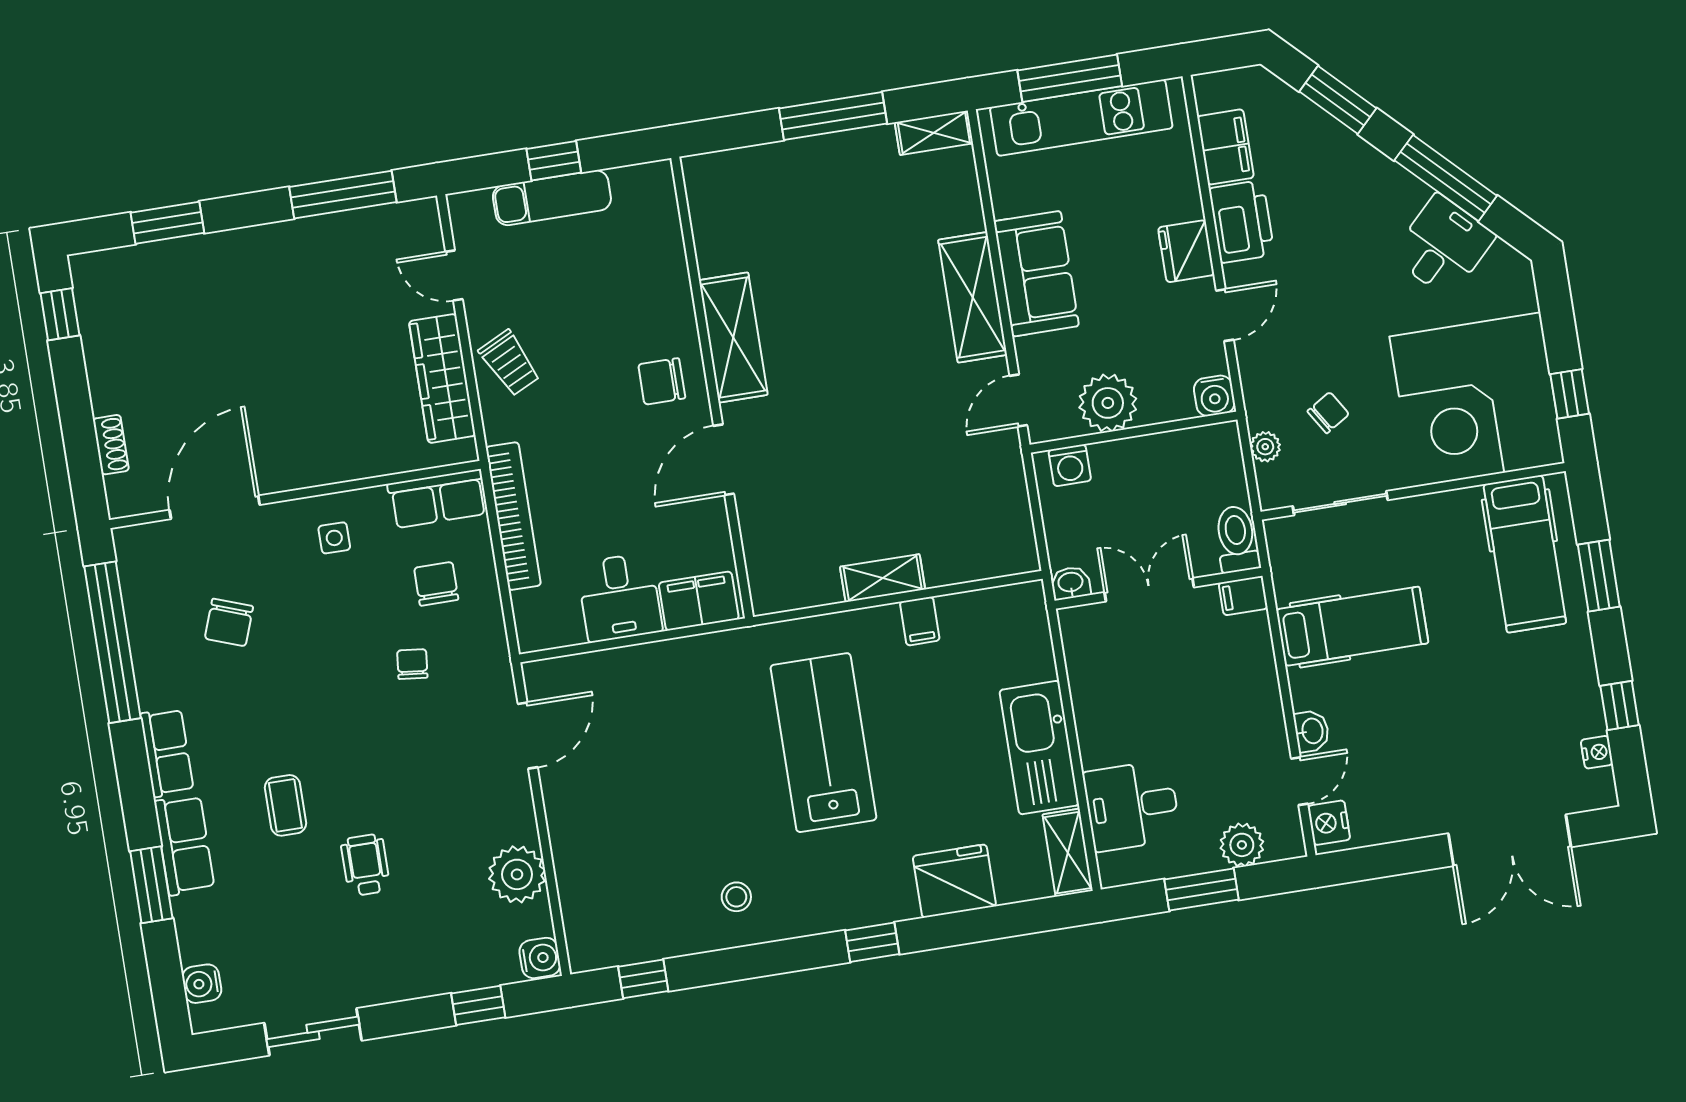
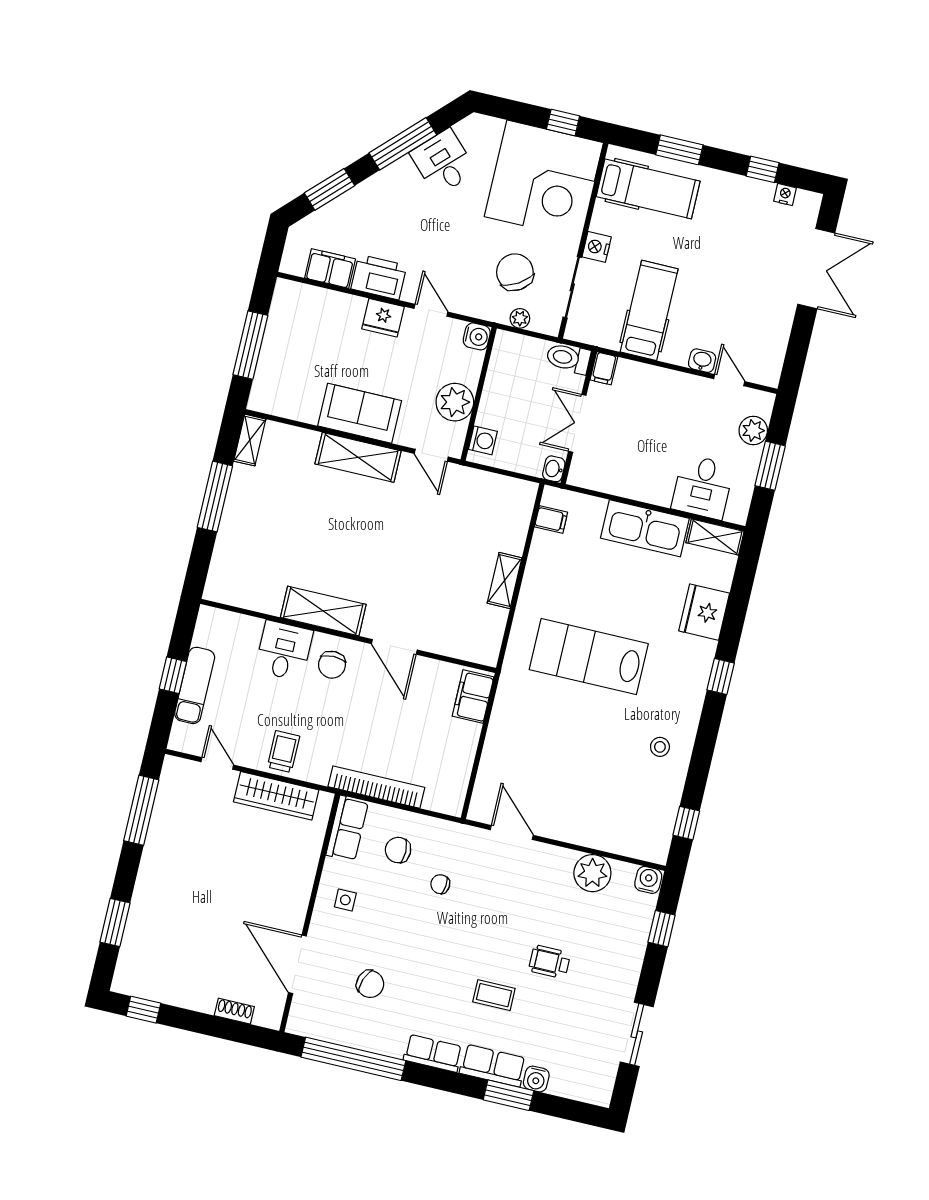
kitchen unit: (1081, 118) -> (277, 348), removed
door: (454, 275) -> (217, 763), swing flipped
trolley: (510, 363) -> (283, 752), turned -64
chair: (1328, 413) -> (515, 272), width x1.87, depth x1.87
desk: (620, 597) -> (284, 651), moved, turned -90
filing cabinet: (920, 621) -> (551, 520), moved
nightstand: (1329, 823) -> (597, 247), moved, turned 90
water cooler: (202, 984) -> (536, 1079), moved

